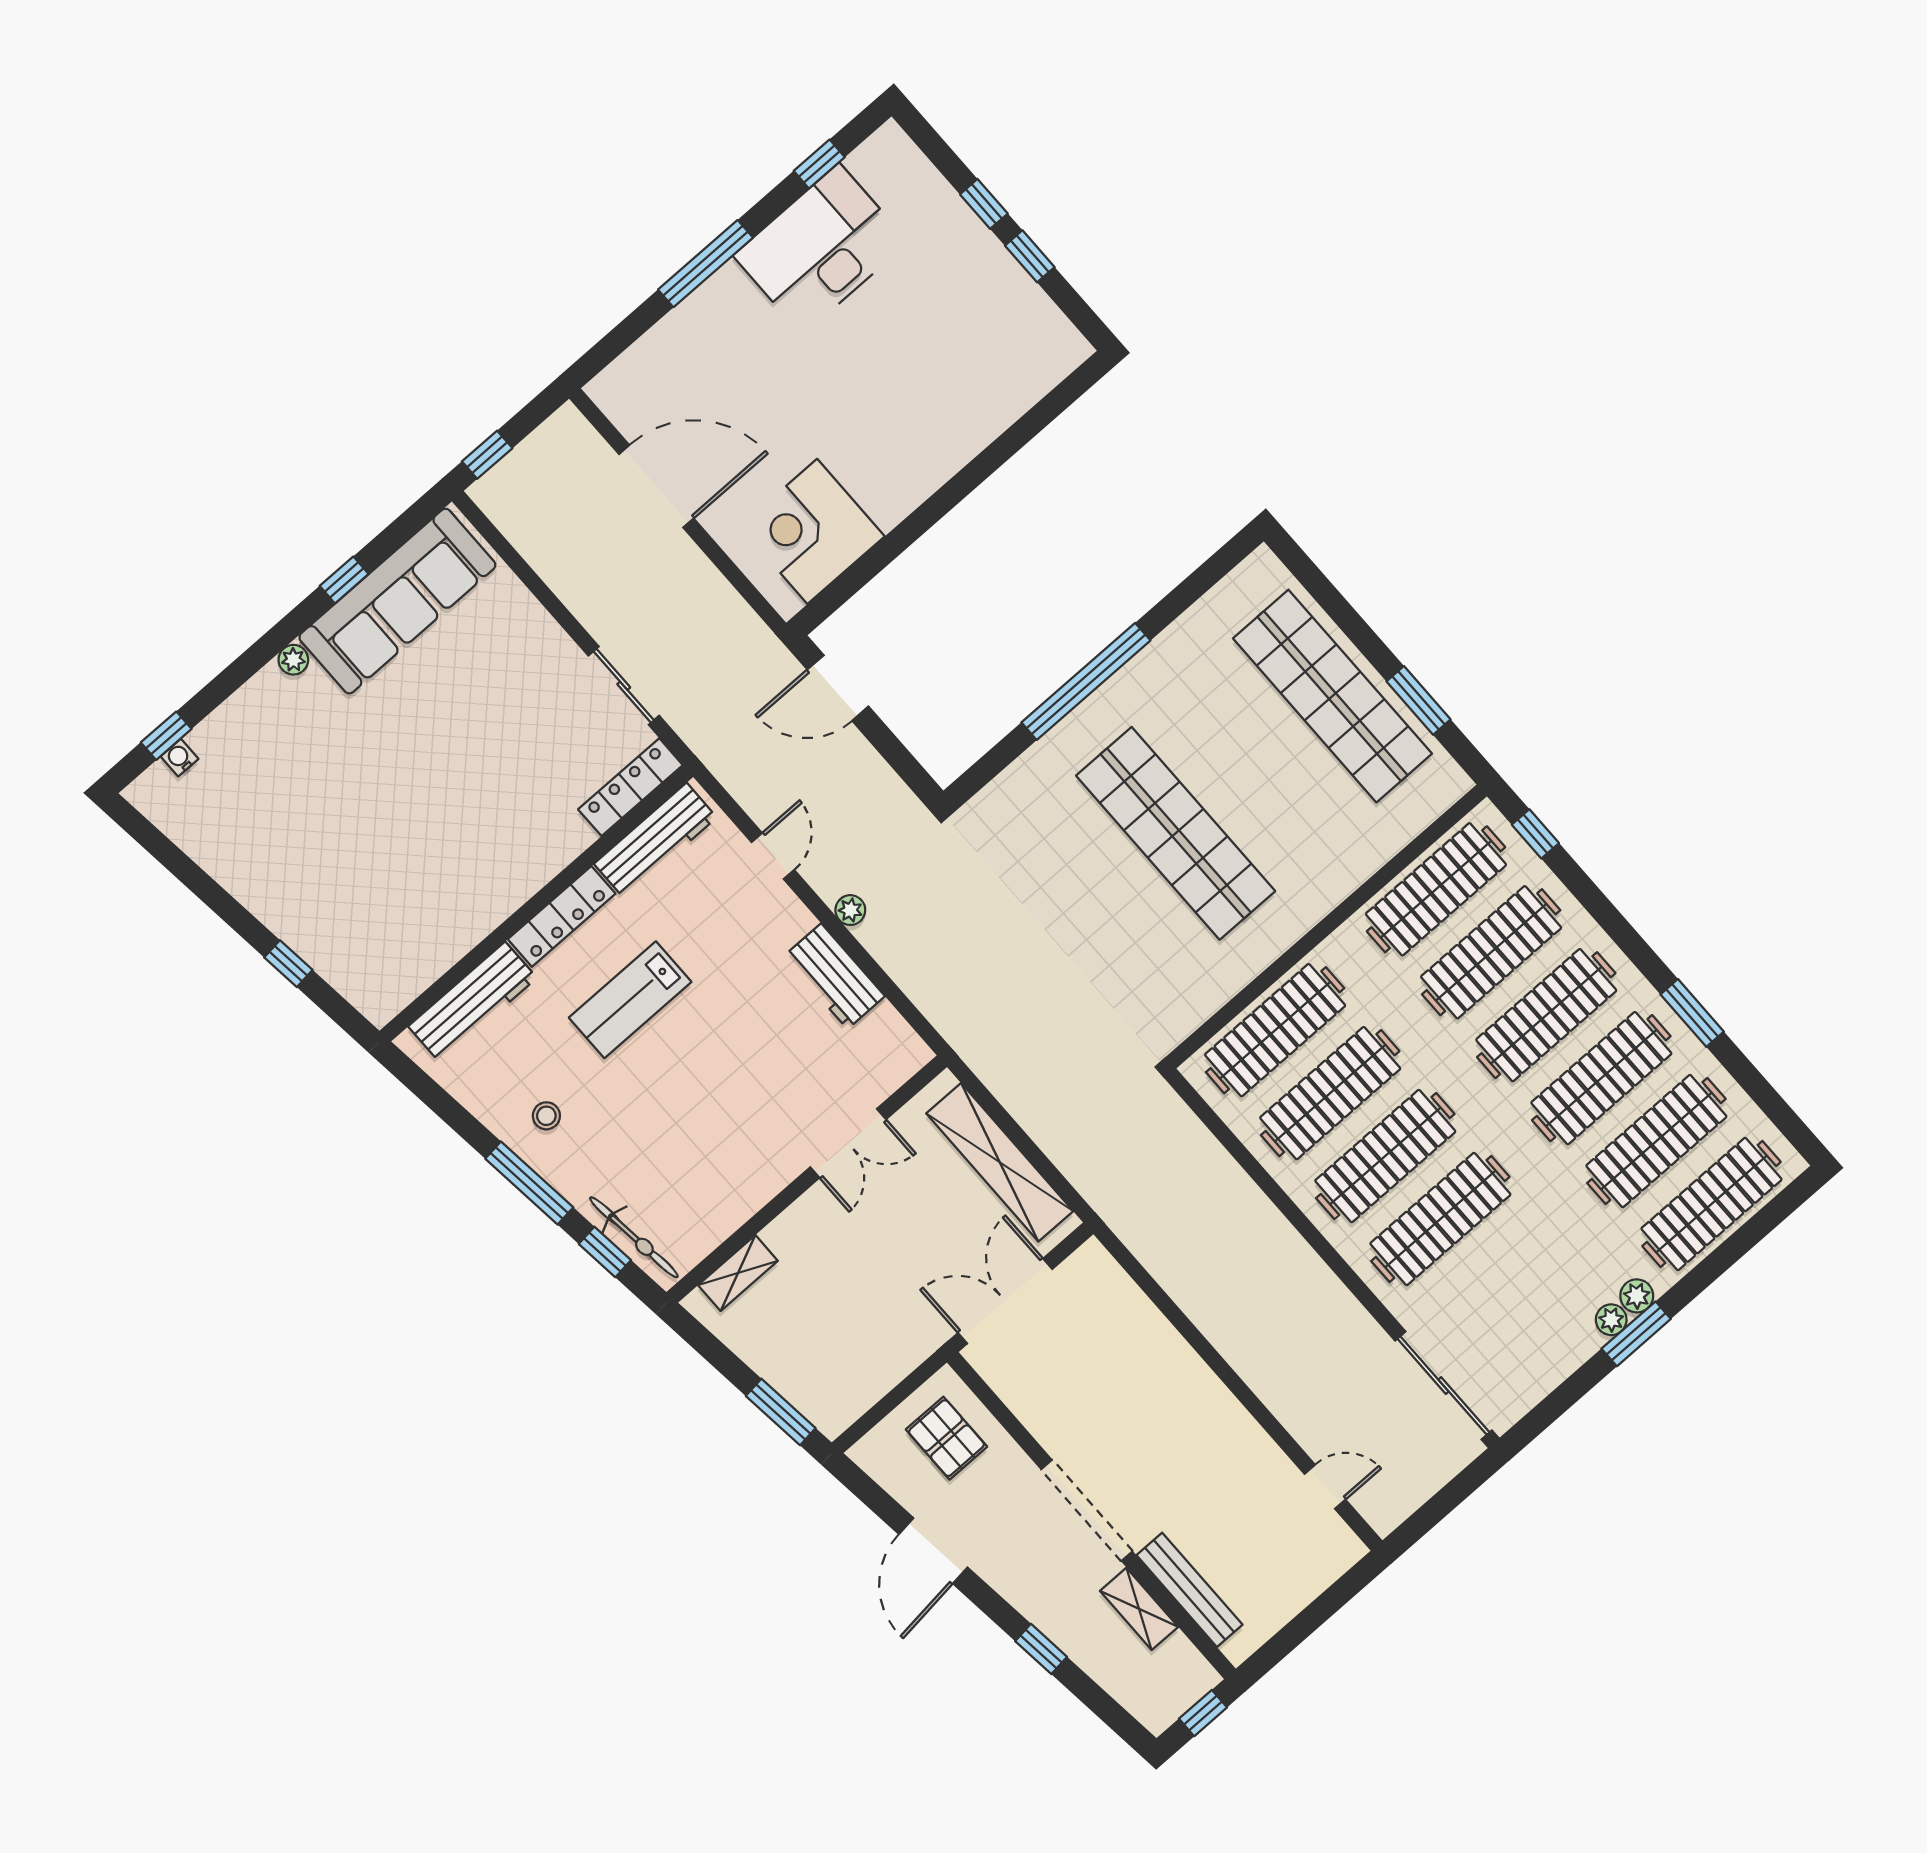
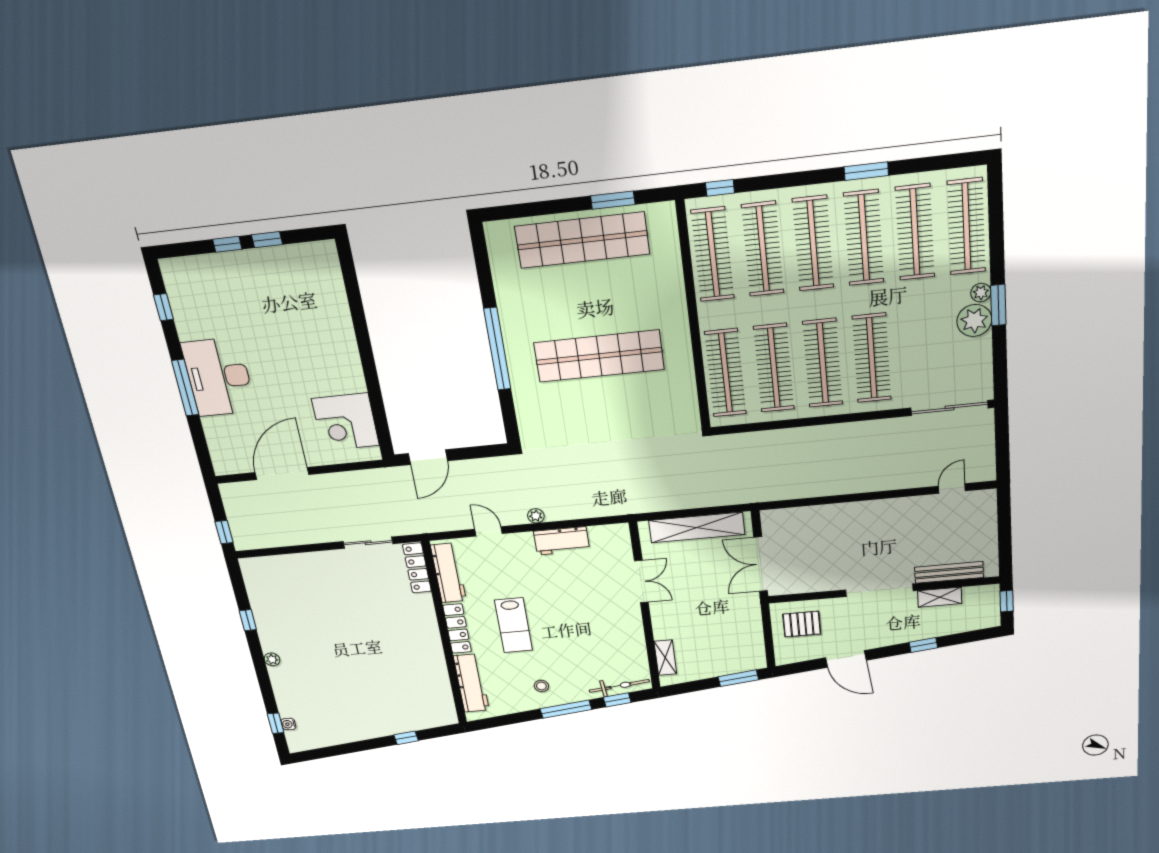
desk: (821, 249) -> (219, 377), moved
sofa: (397, 601) -> (271, 606), removed
plant: (1611, 1320) -> (974, 321), width x1.88, depth x1.88

